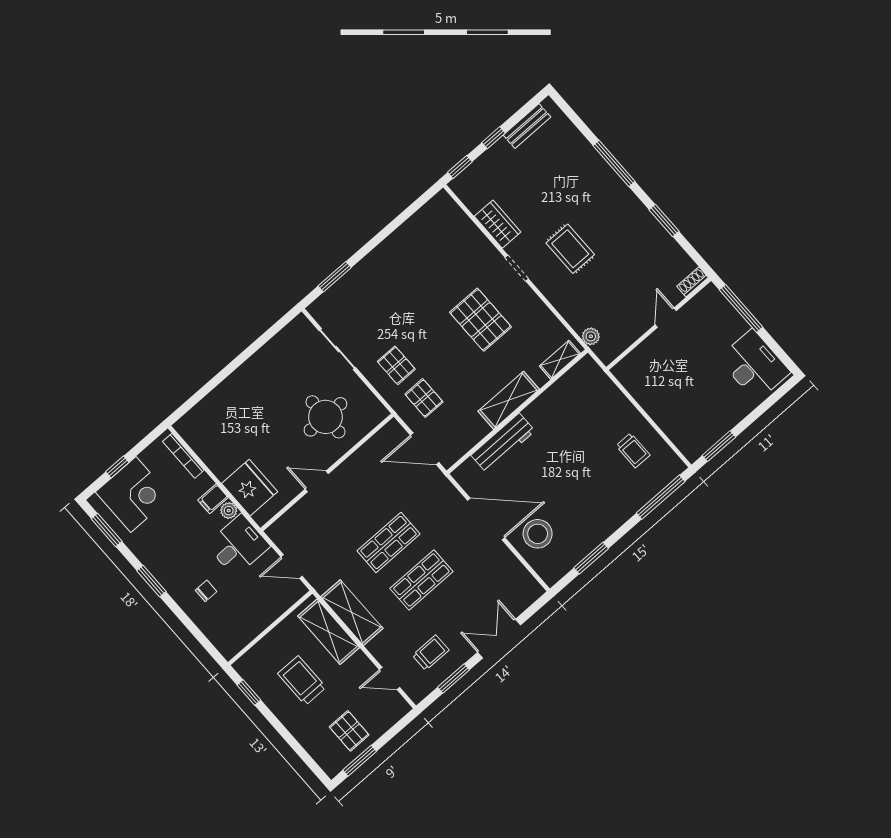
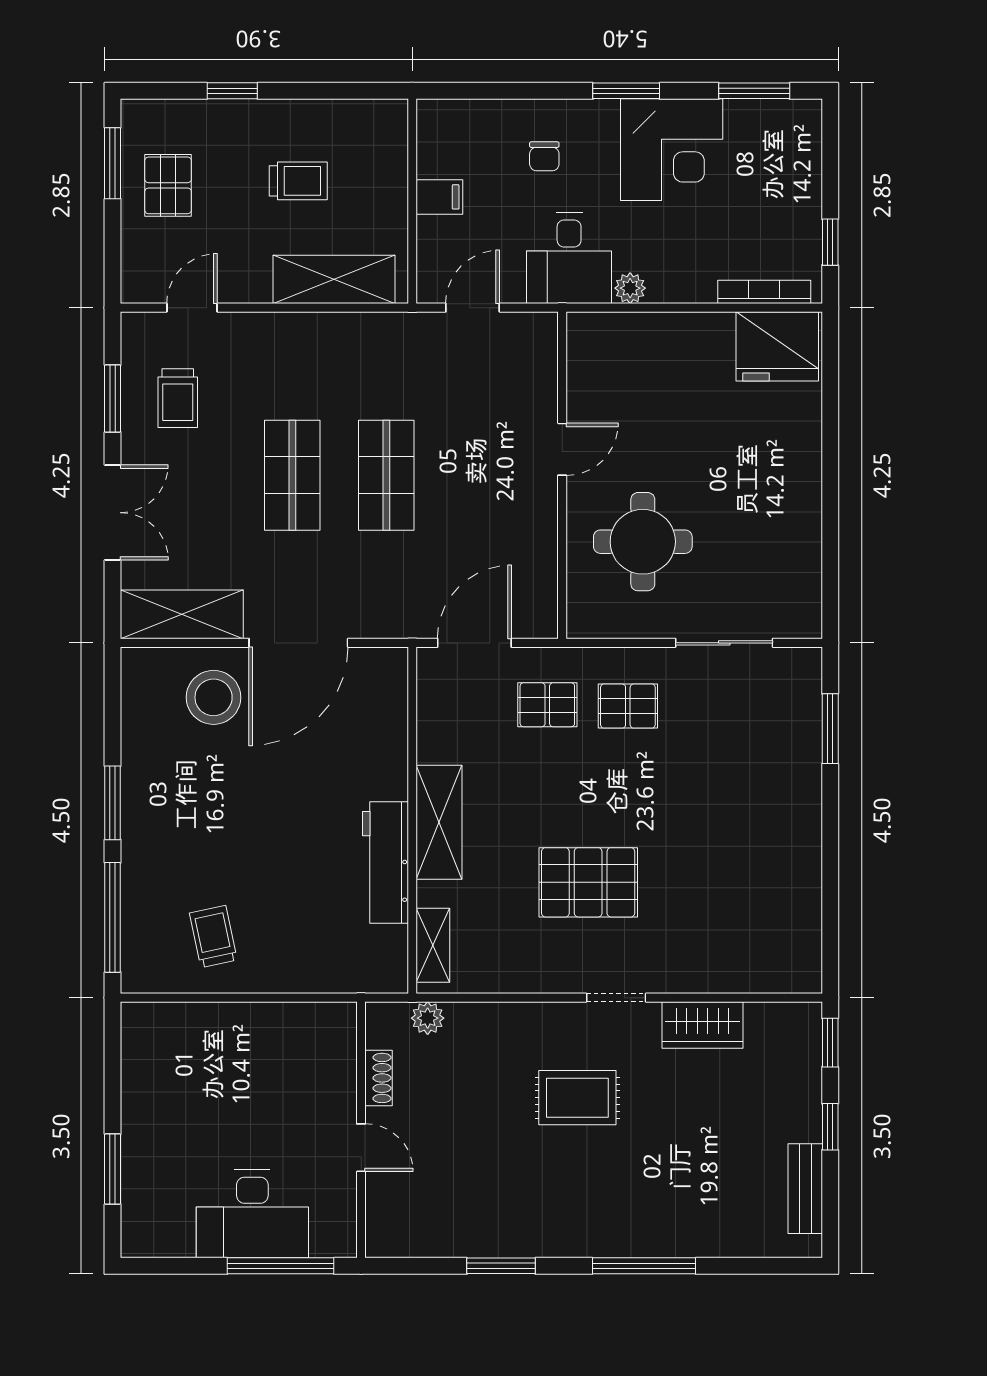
shoe rack: (693, 282) -> (378, 1078), moved
desk: (754, 365) -> (252, 1214), moved
workbench: (503, 443) -> (385, 863), moved
window: (719, 446) -> (113, 1169), moved
trolley: (633, 450) -> (213, 936), turned 78
window: (117, 467) -> (830, 242), moved
fridge: (250, 488) -> (777, 346), moved
corner desk: (133, 494) -> (672, 150), moved, turned -90
filing cabinet: (213, 499) -> (439, 197), moved, turned 90
window: (591, 558) -> (113, 803), moved
shelving: (352, 613) -> (182, 614), moved
trolley: (302, 680) -> (298, 181), width x0.73, depth x0.72
window: (249, 692) -> (232, 91), moved
pallet: (349, 731) -> (168, 185), turned 90

